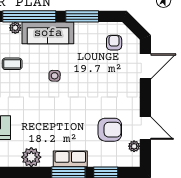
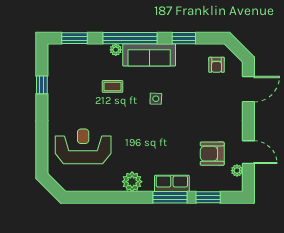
window: (82, 16) -> (184, 38), width x0.69
armchair: (114, 43) -> (217, 65), turned 180
armchair: (110, 130) -> (212, 154), turned 180

